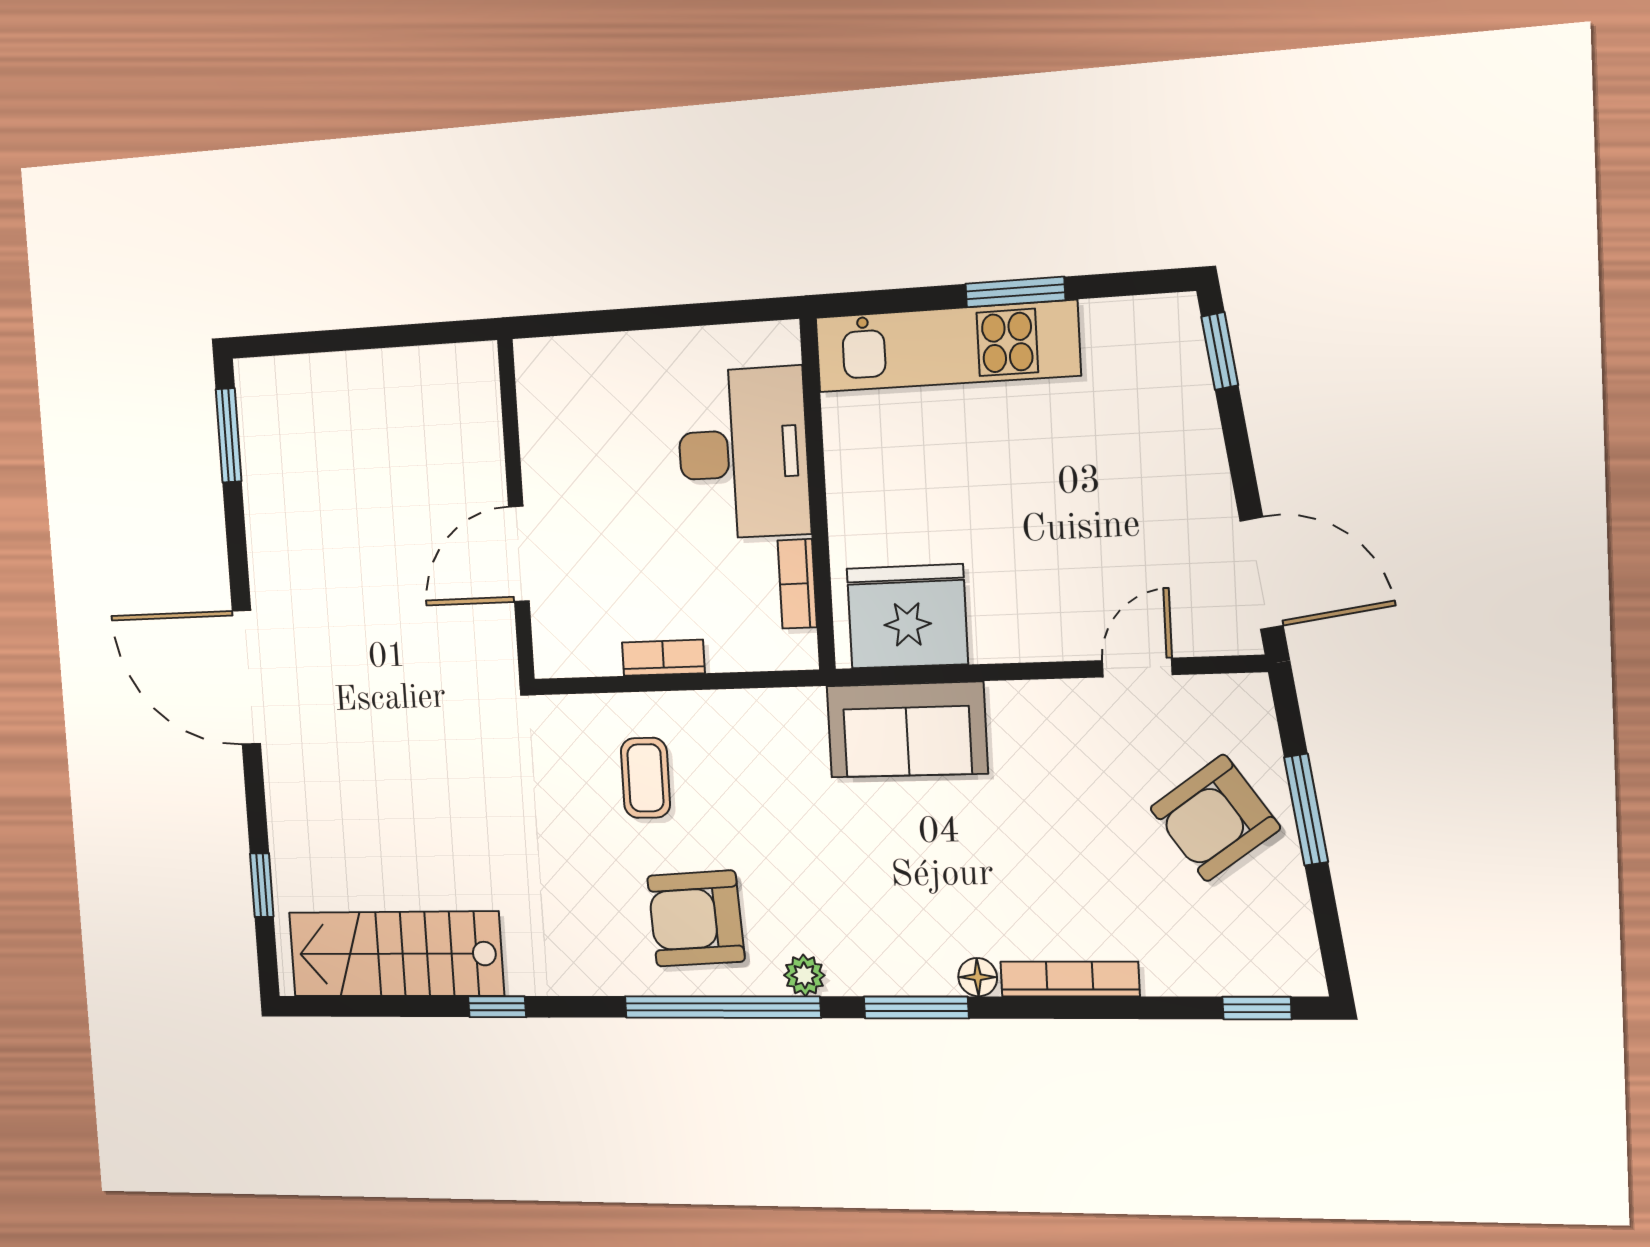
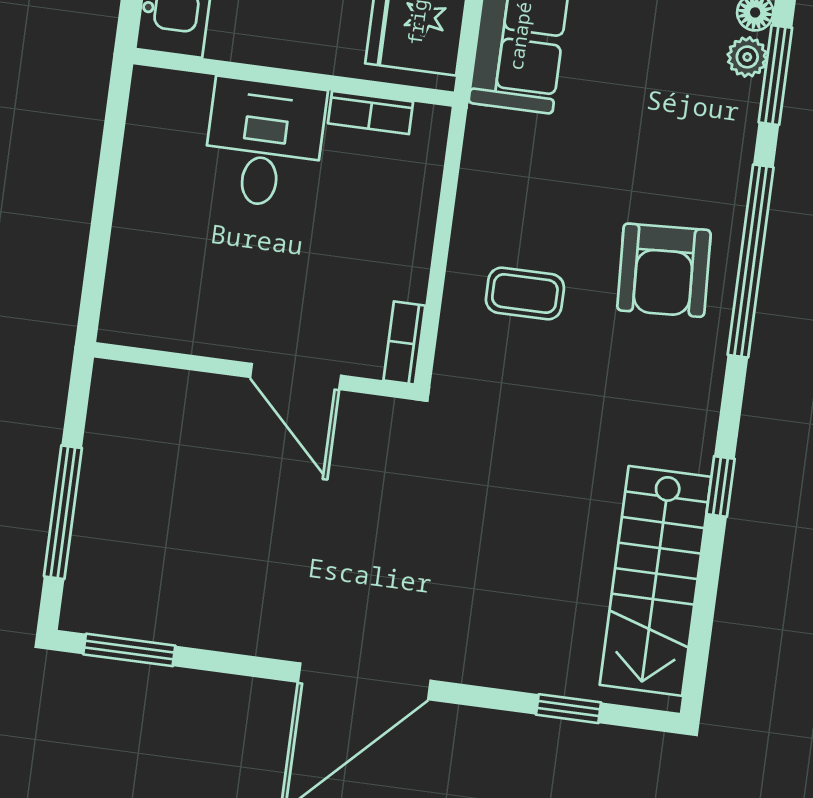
window: (343, 340) -> (63, 512), added
desk: (743, 453) -> (264, 143), width x0.73
bookcase: (663, 658) -> (404, 343), moved
plant: (804, 975) -> (747, 57), moved

